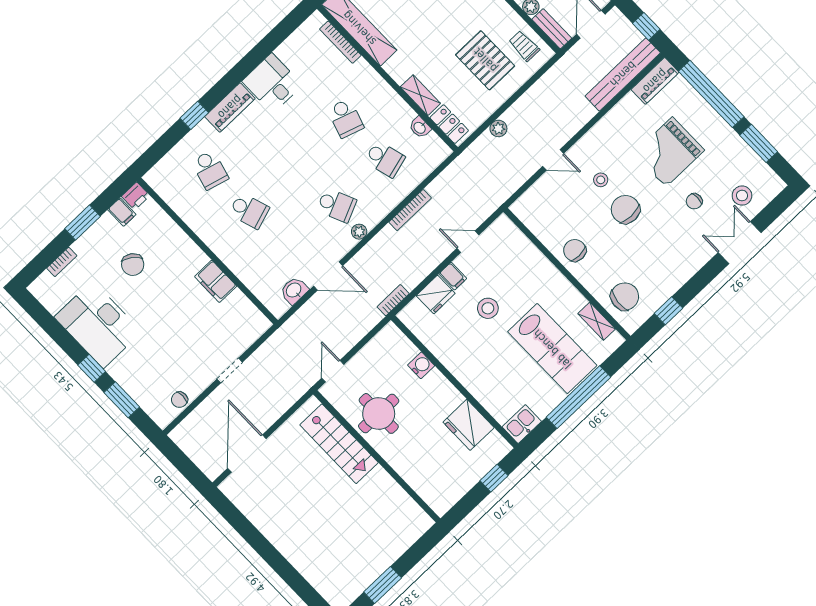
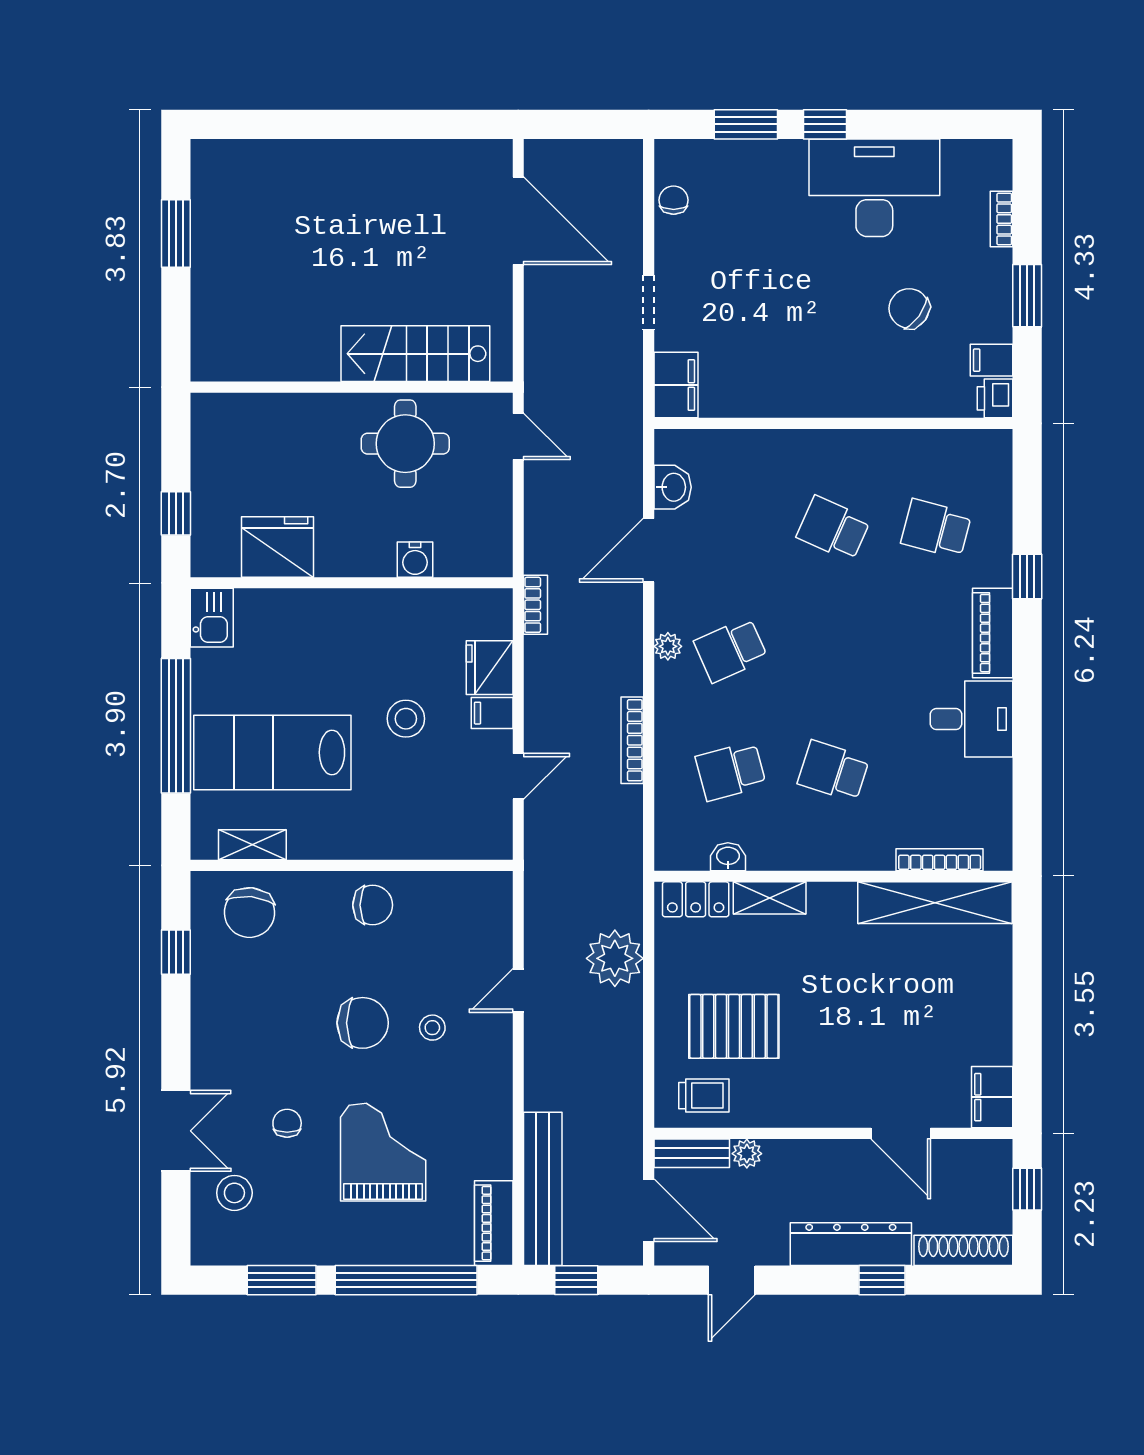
plant: (498, 128) -> (615, 958), width x1.87, depth x1.87
school desk: (249, 211) -> (833, 528), turned 42
filing cabinet: (216, 281) -> (676, 385), moved, turned 90

